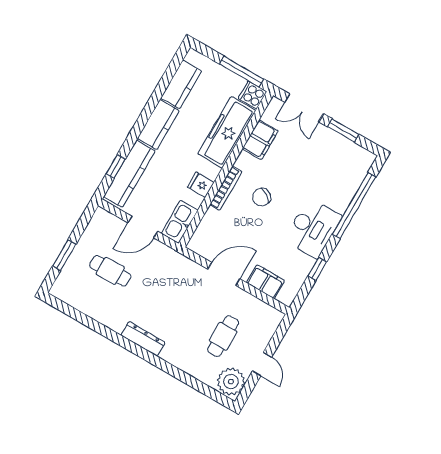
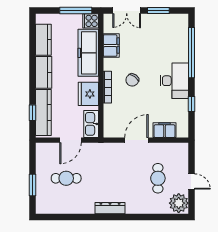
fridge: (201, 185) -> (88, 94), width x1.88, depth x1.34

